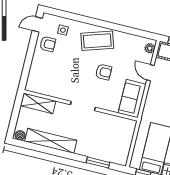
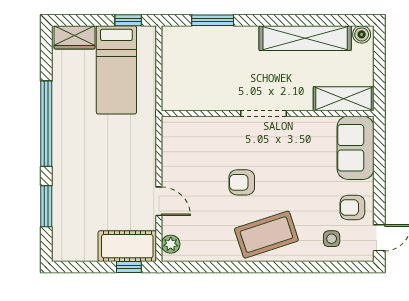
sofa: (132, 99) -> (355, 148), moved, turned 180

